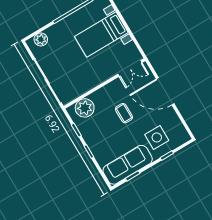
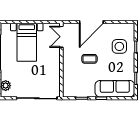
double door: (130, 68) -> (61, 37), swing flipped
plant: (85, 108) -> (70, 84), removed
sofa: (128, 165) -> (115, 89), moved, turned 90

